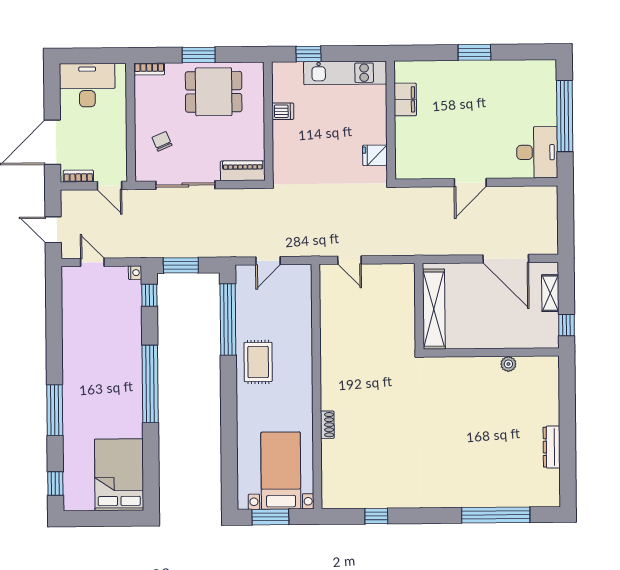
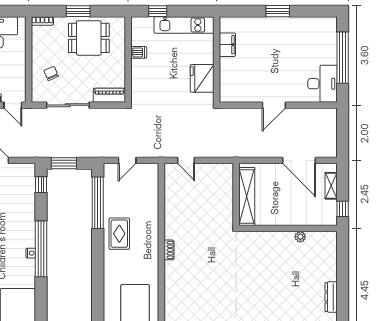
fridge: (375, 155) -> (202, 78), width x1.88, depth x1.34
nightstand: (135, 273) -> (31, 253), moved
shoe rack: (327, 425) -> (169, 250), moved

